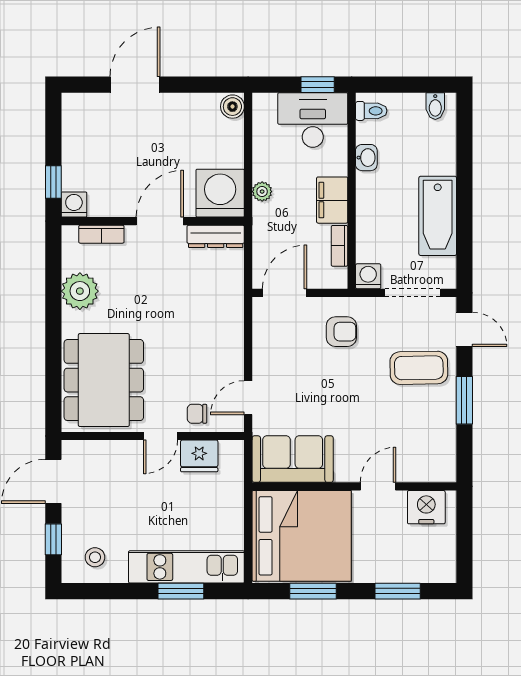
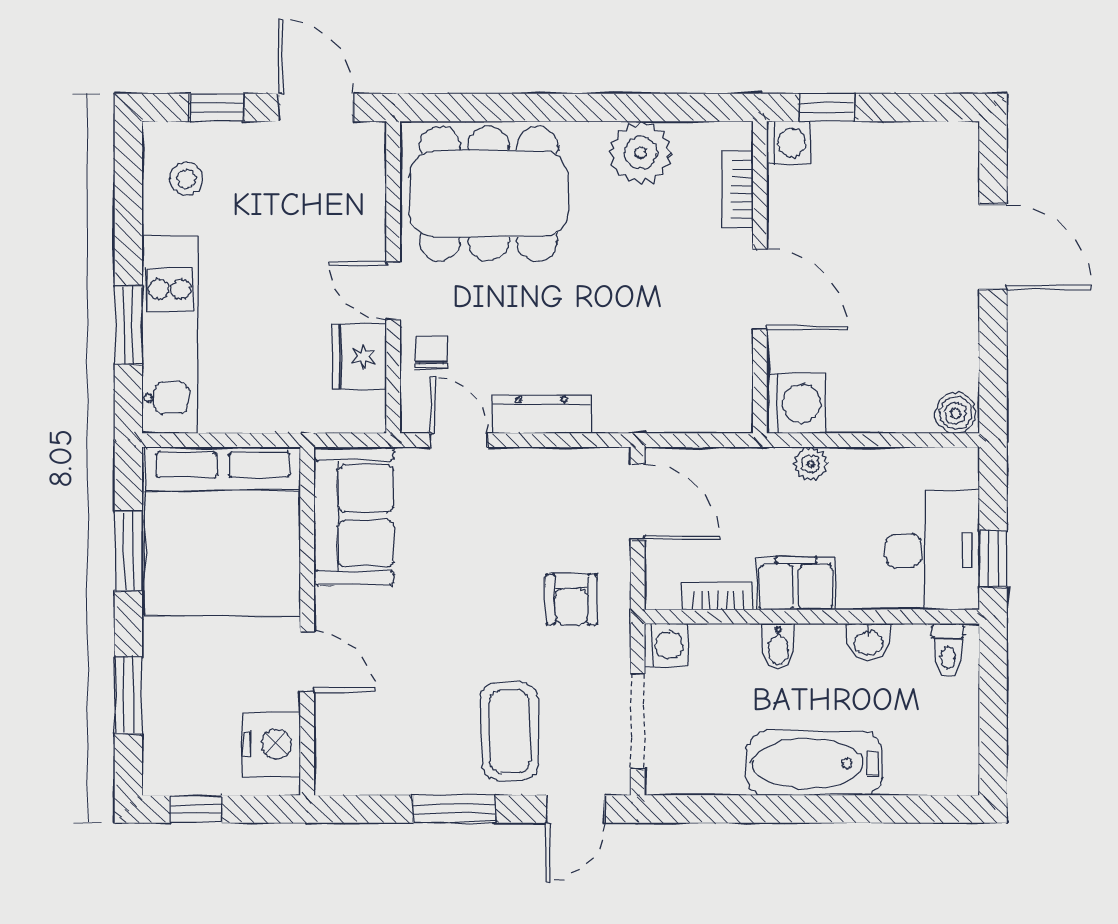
bidet: (435, 106) -> (778, 647), moved, turned -90
washing machine: (220, 193) -> (797, 403), width x0.73, depth x0.73
bathtub: (438, 216) -> (814, 764), moved
dresser: (216, 236) -> (541, 414), moved, turned 90
window: (464, 552) -> (196, 809), added

